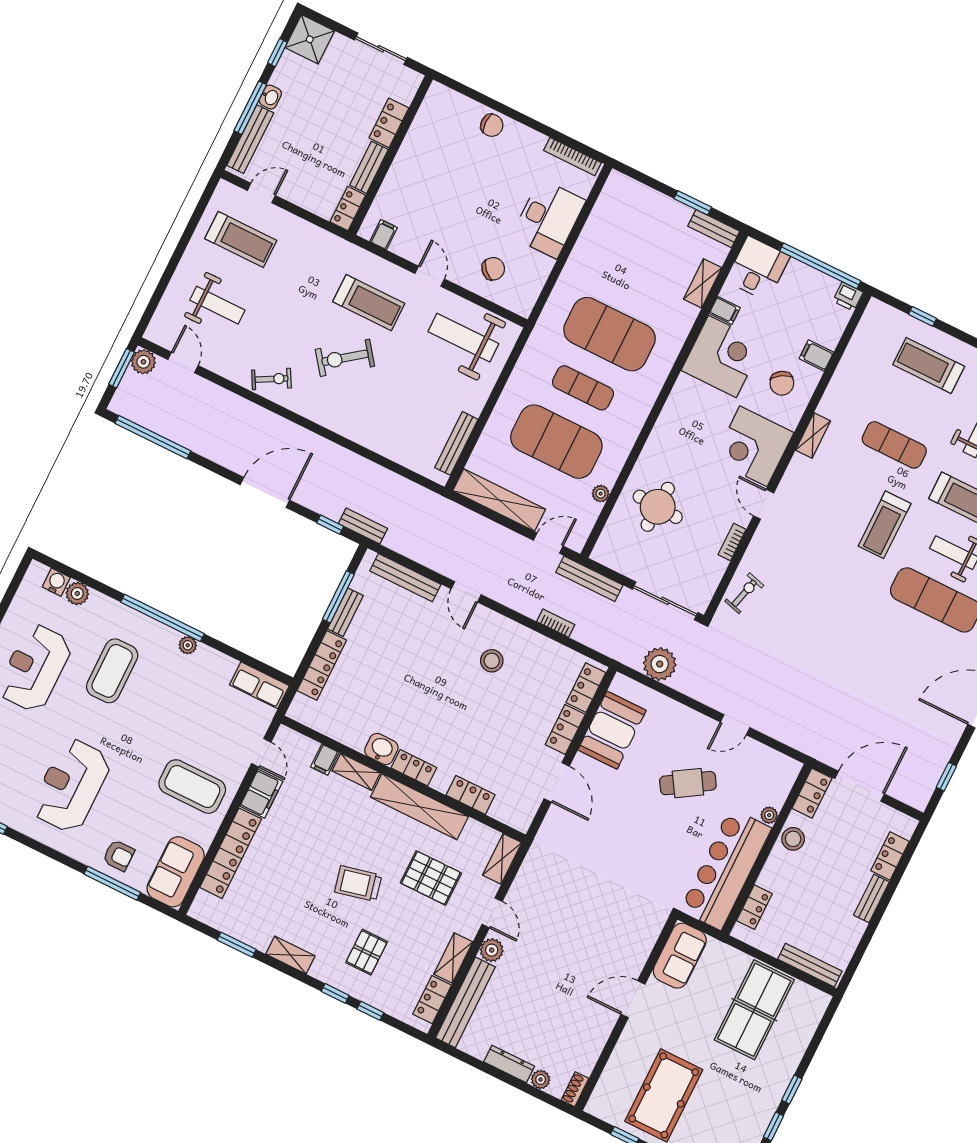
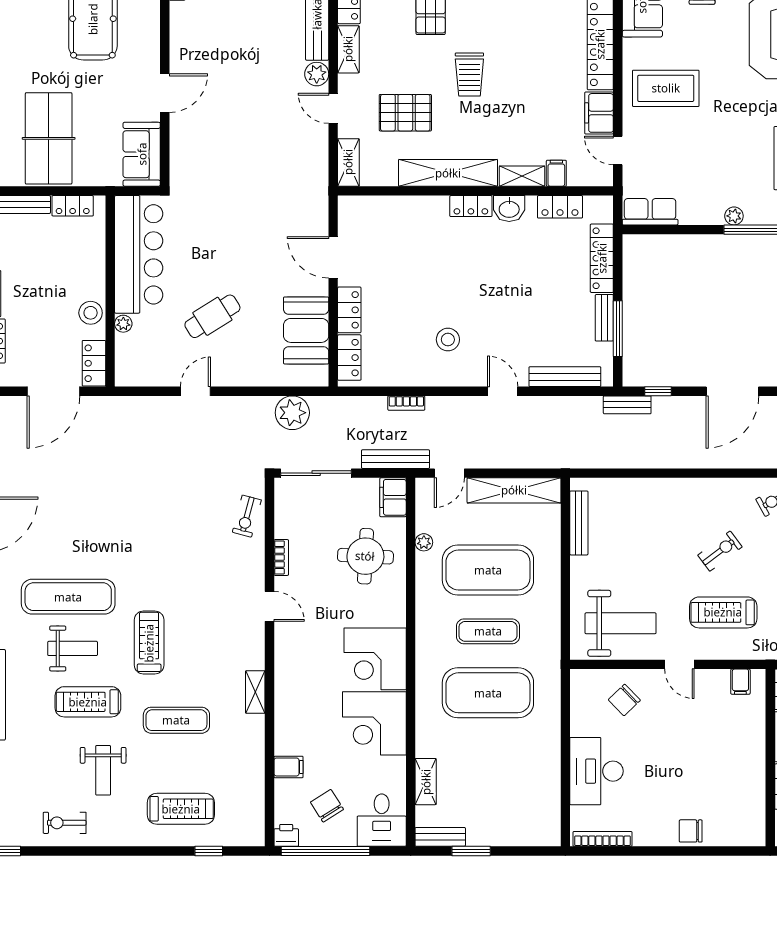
filing cabinet: (725, 310) -> (393, 497), moved, width x2.00
exercise bike: (345, 358) -> (720, 551), width x0.73, depth x0.72
chair: (782, 383) -> (327, 806), moved
corner desk: (753, 446) -> (375, 659), moved, turned 180
locker: (471, 795) -> (560, 207), moved
trolley: (358, 884) -> (469, 74), turned 103
locker: (754, 907) -> (73, 206), moved, turned -90

